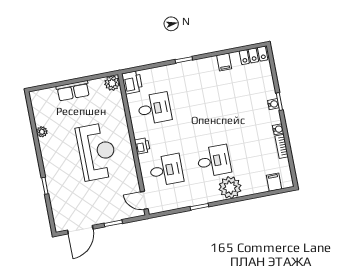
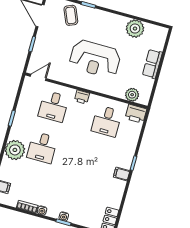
filing cabinet: (224, 62) -> (122, 174), moved
plant: (112, 83) -> (132, 95), moved
plant: (42, 132) -> (135, 29), width x1.87, depth x1.87
coffee table: (65, 198) -> (71, 15), added

